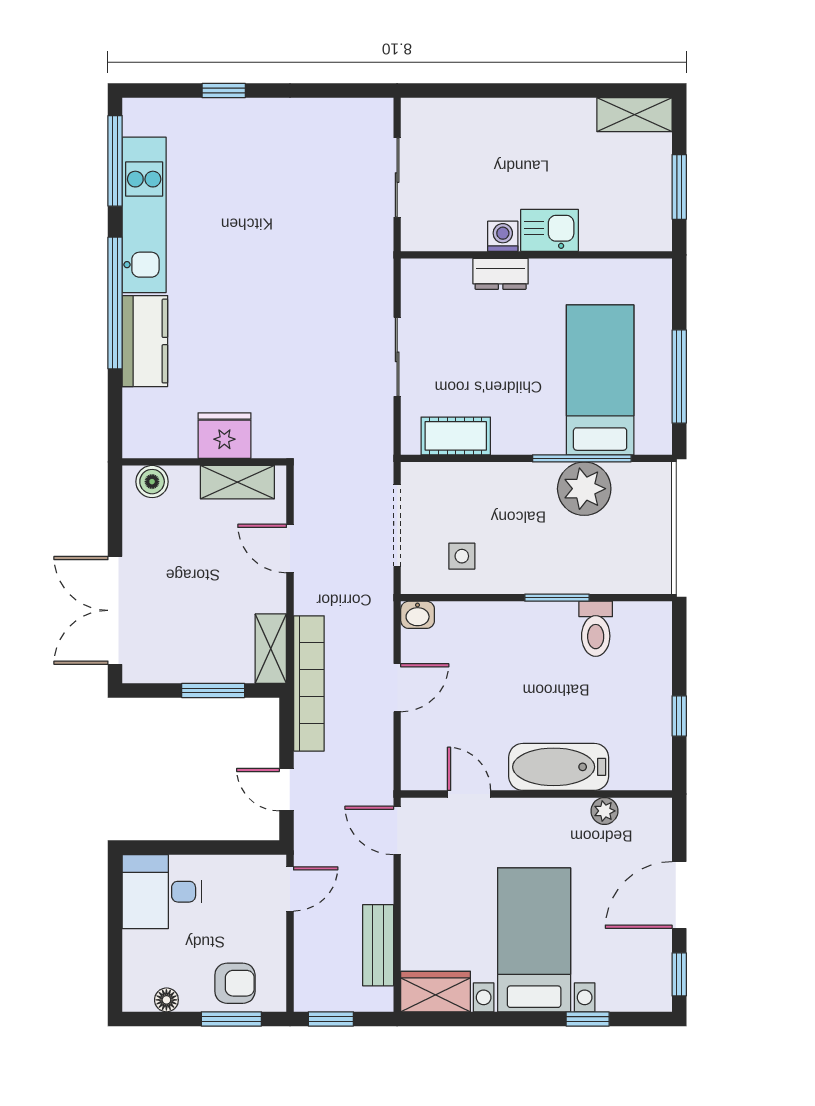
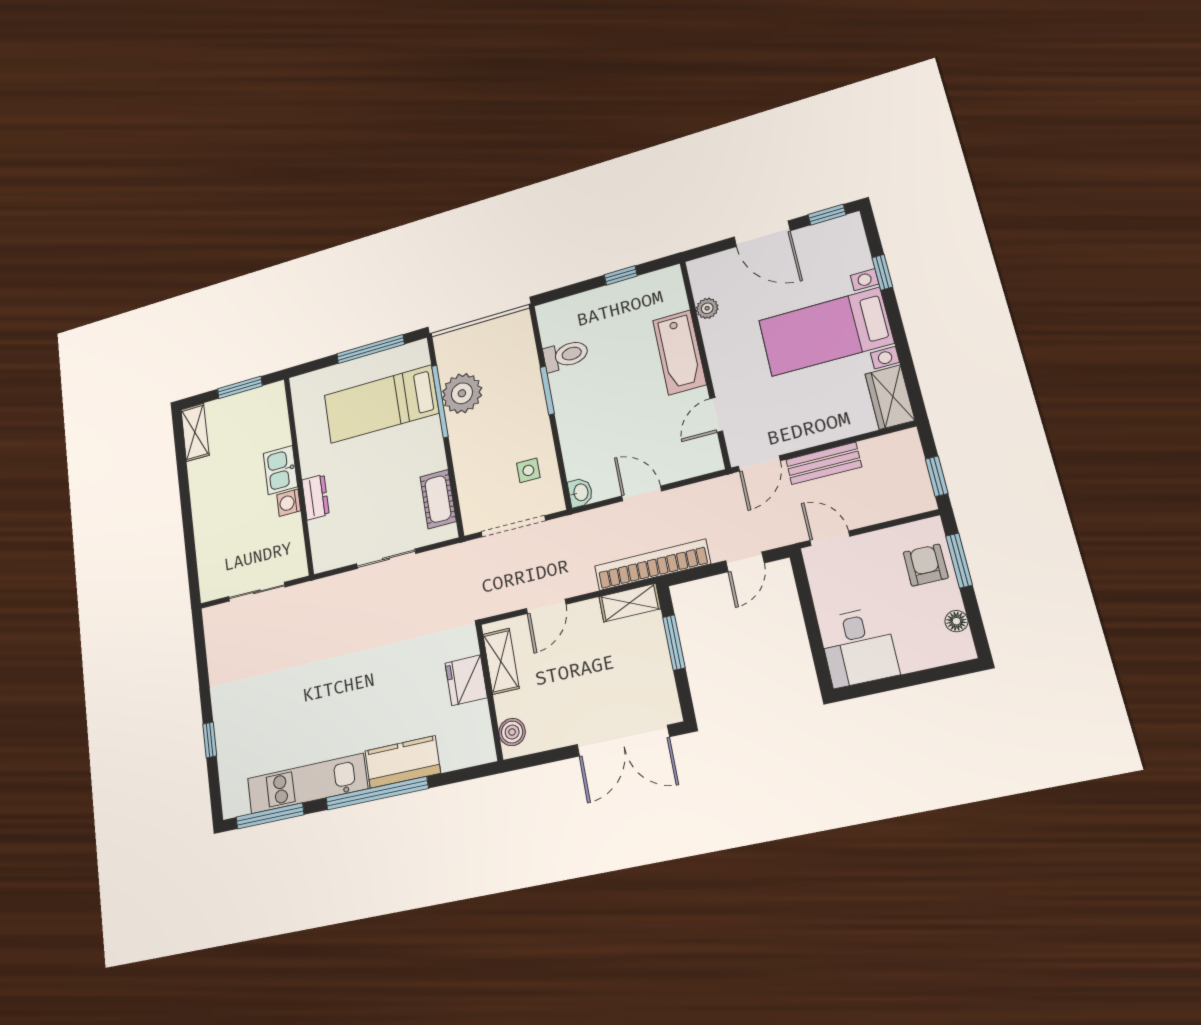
bench: (378, 945) -> (824, 463), moved

